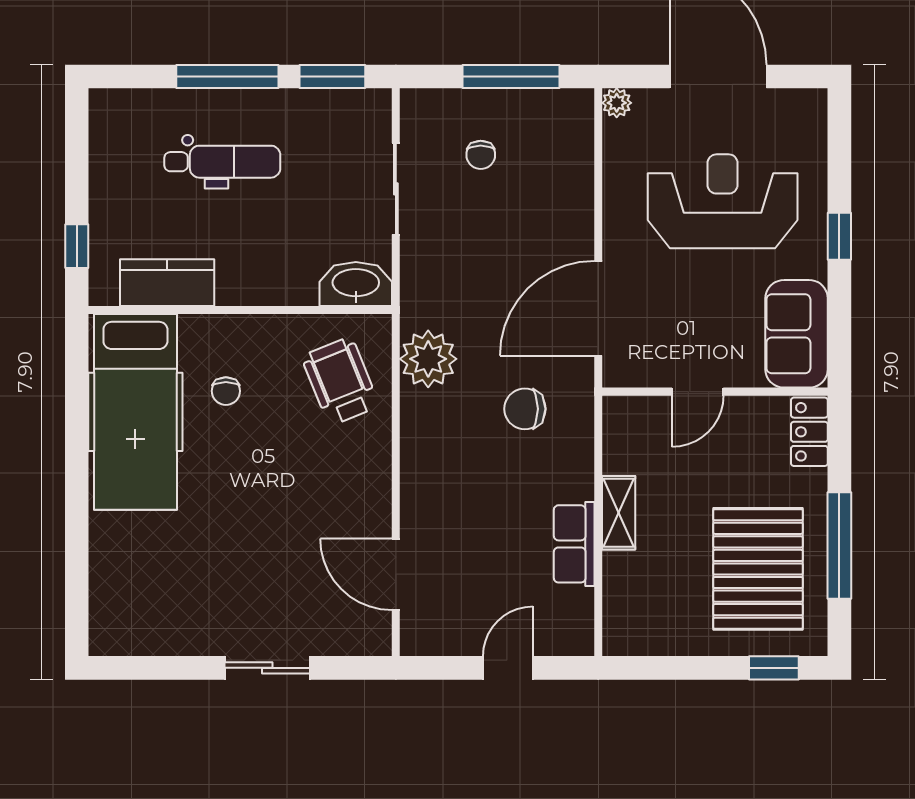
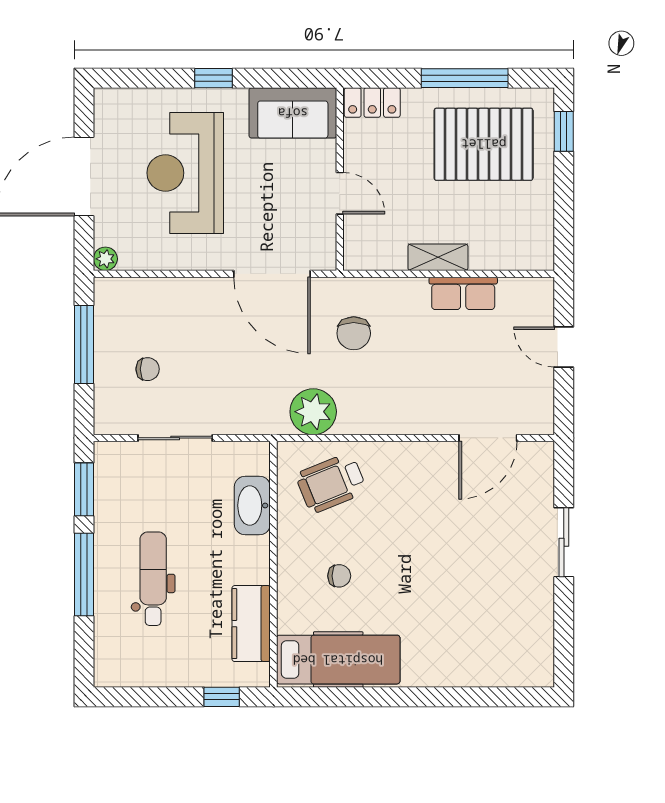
washbasin: (356, 284) -> (252, 505), moved
hospital bed: (135, 412) -> (338, 660), width x0.73, depth x0.78

